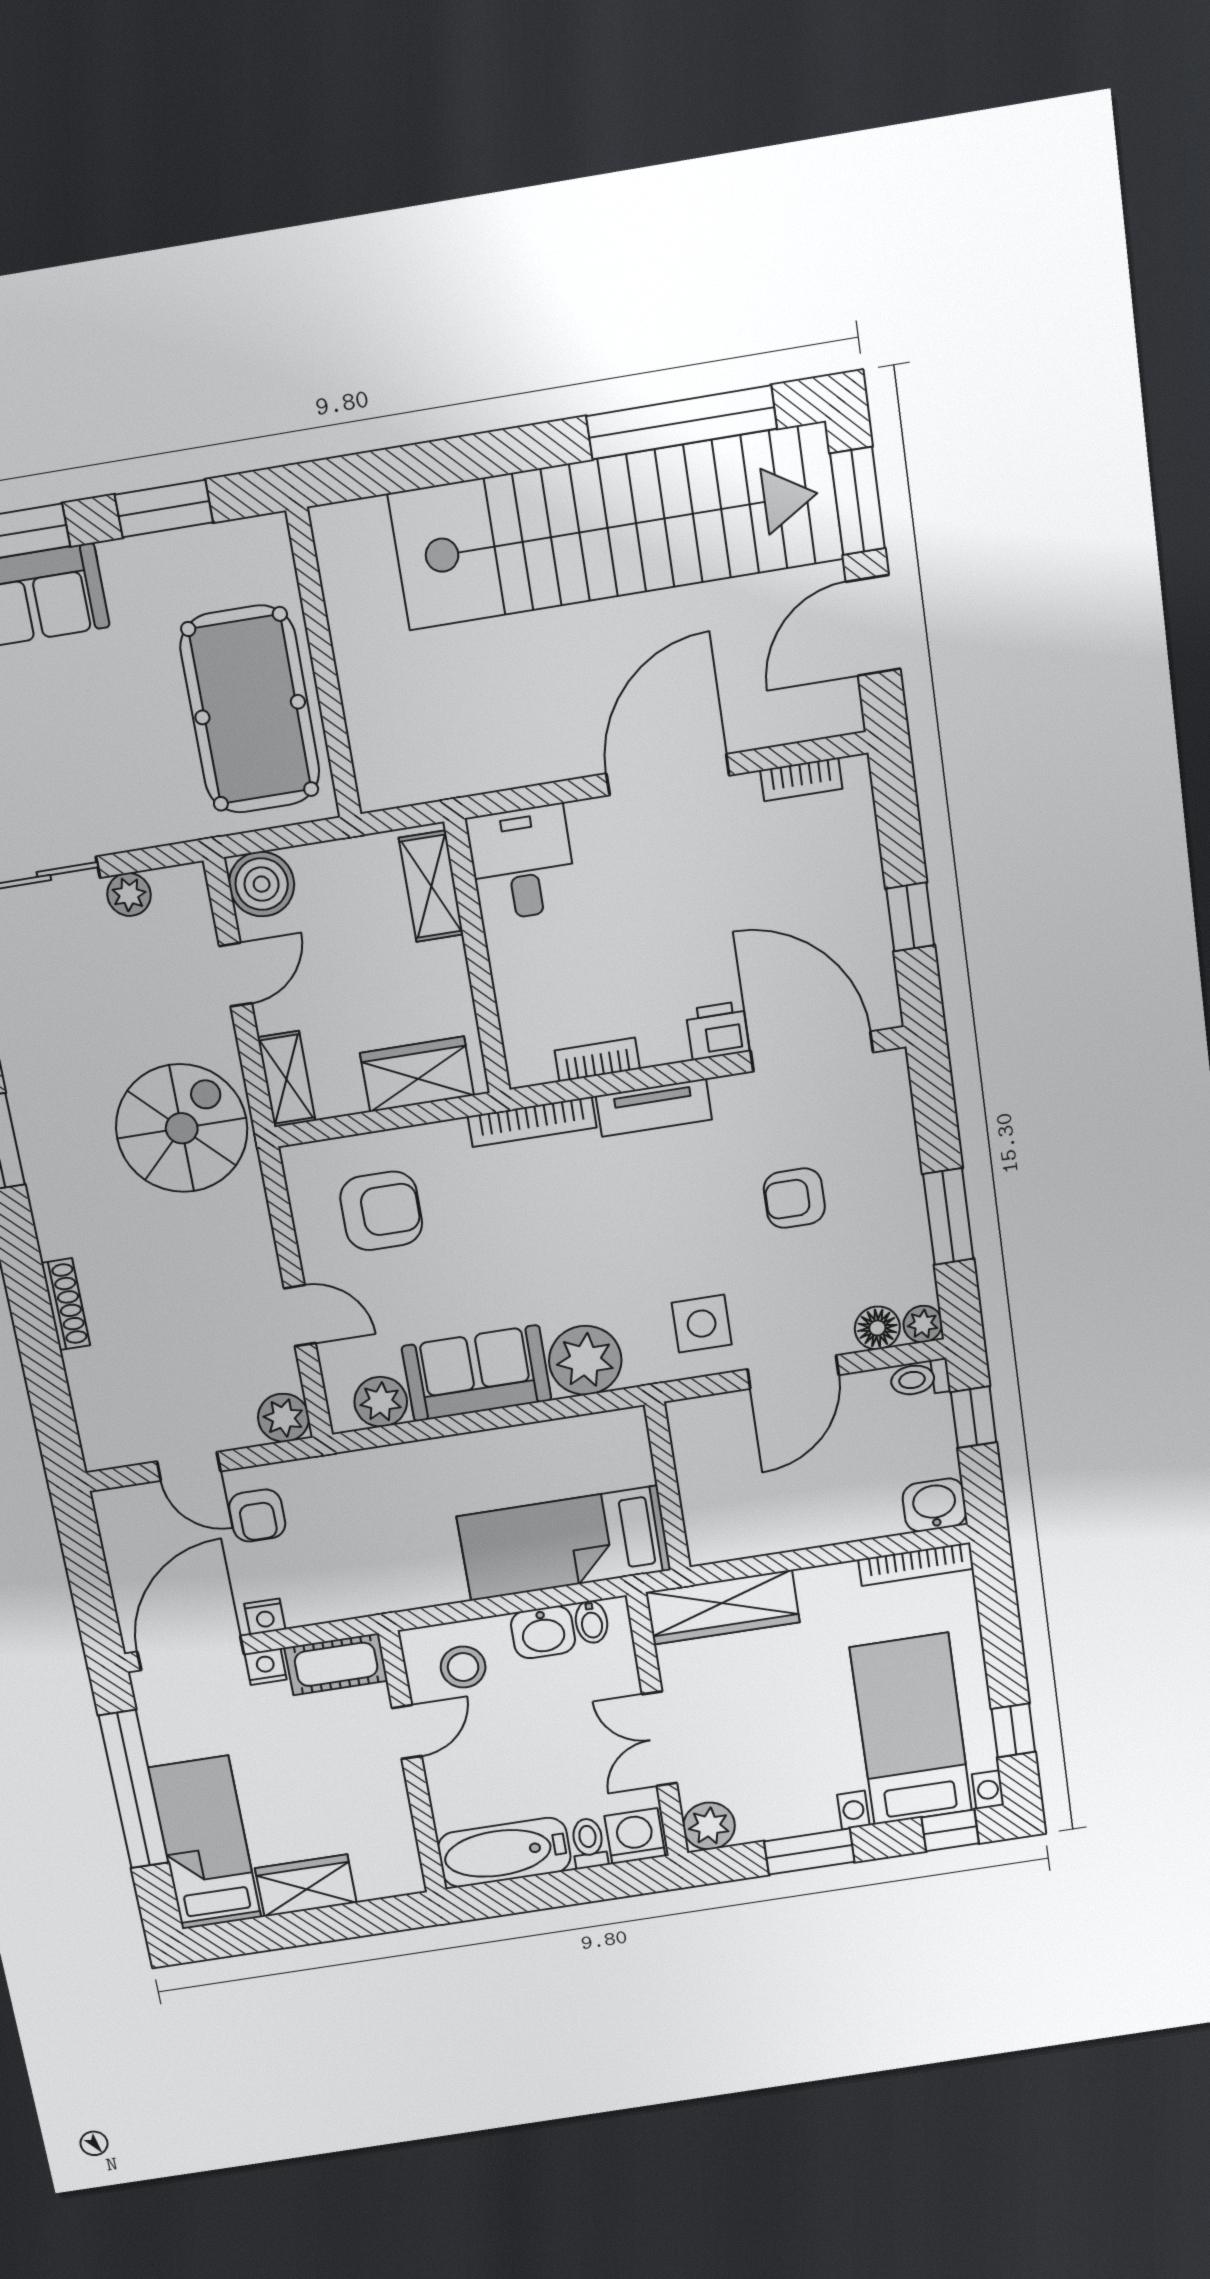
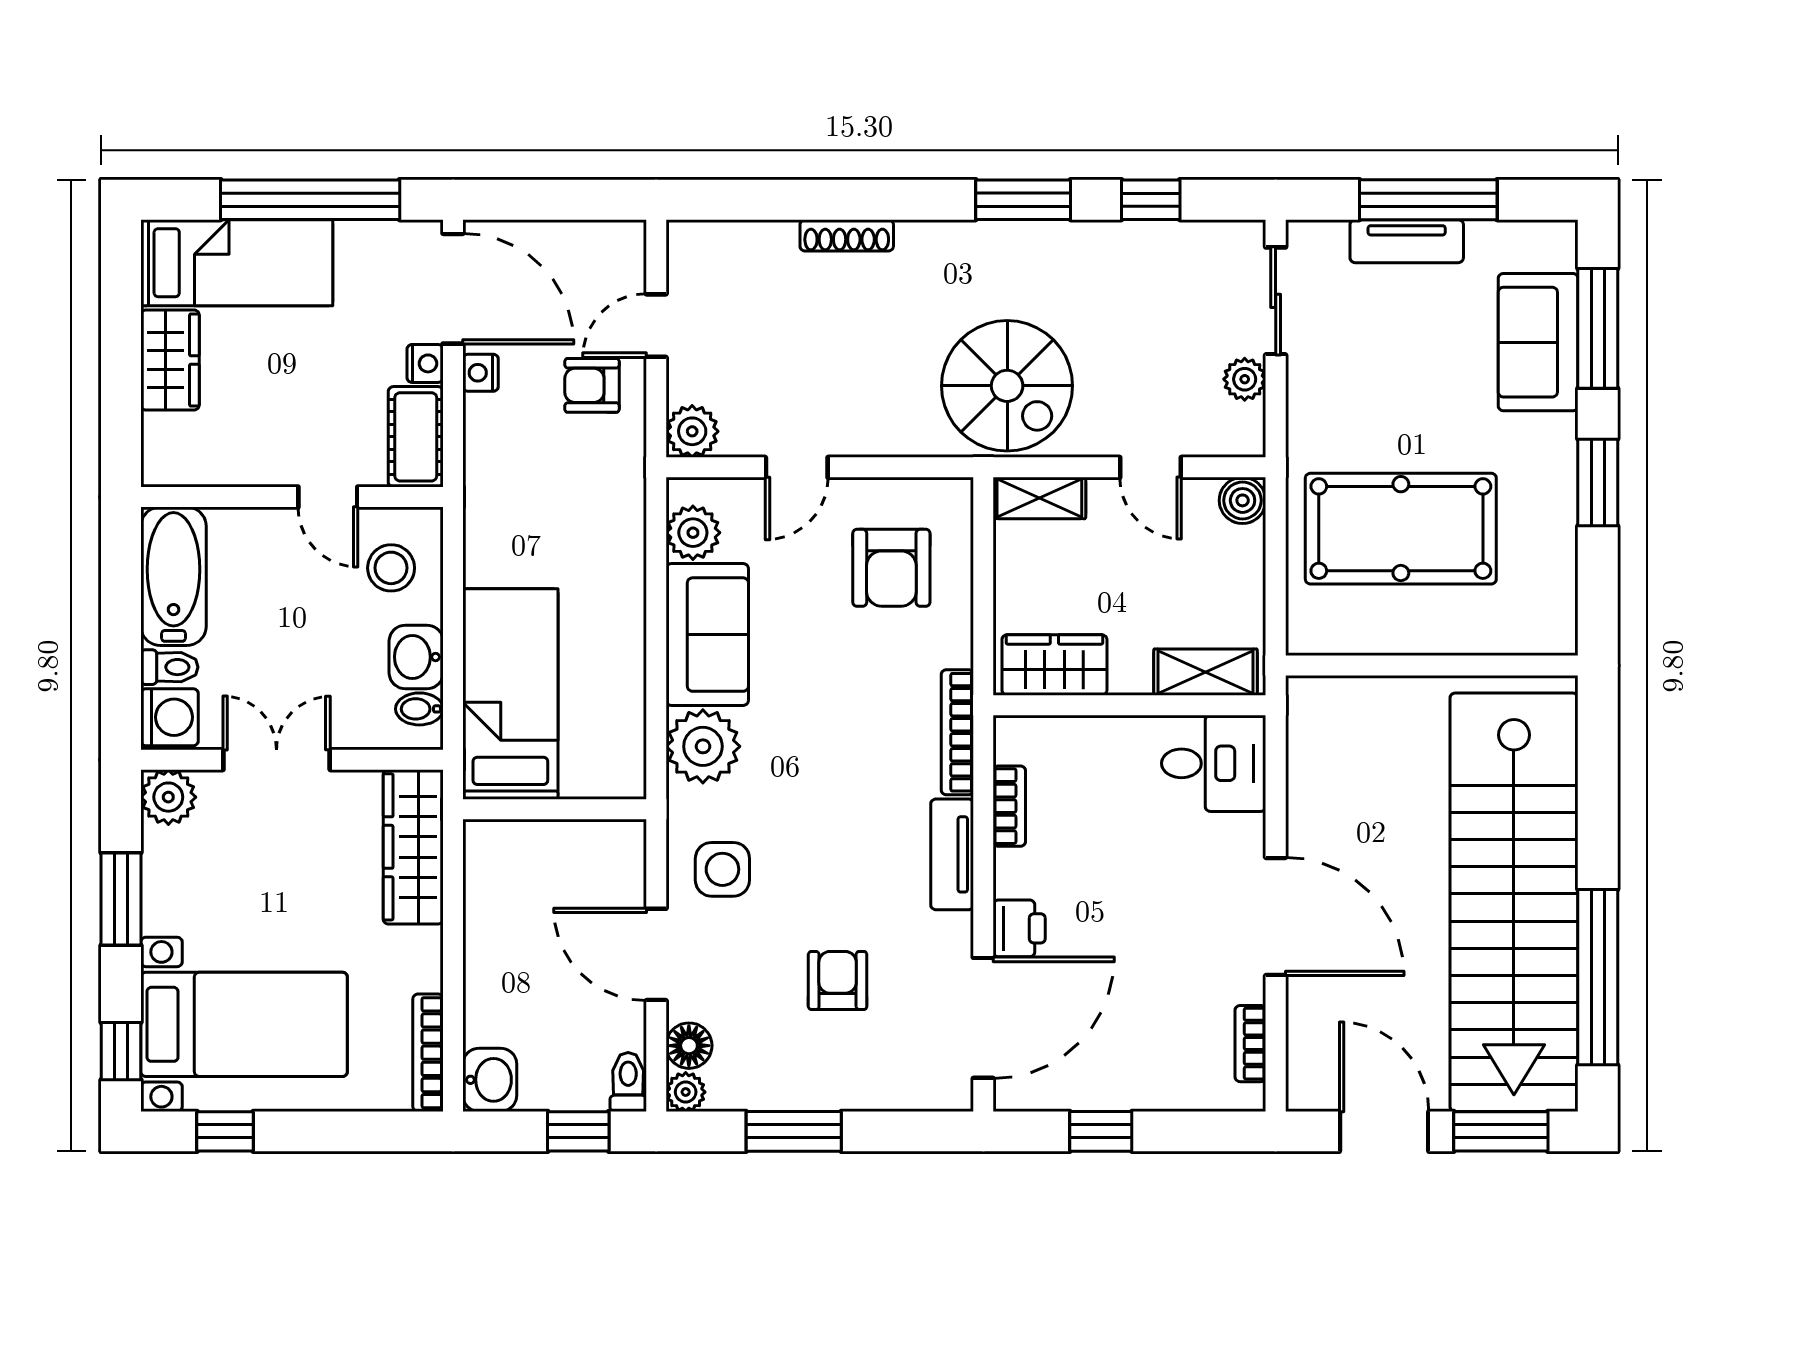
wall: (324, 664) -> (1432, 666), moved
boiler: (262, 884) -> (1243, 500), width x0.73, depth x0.73
wardrobe: (417, 1074) -> (1054, 665), moved, turned -90

